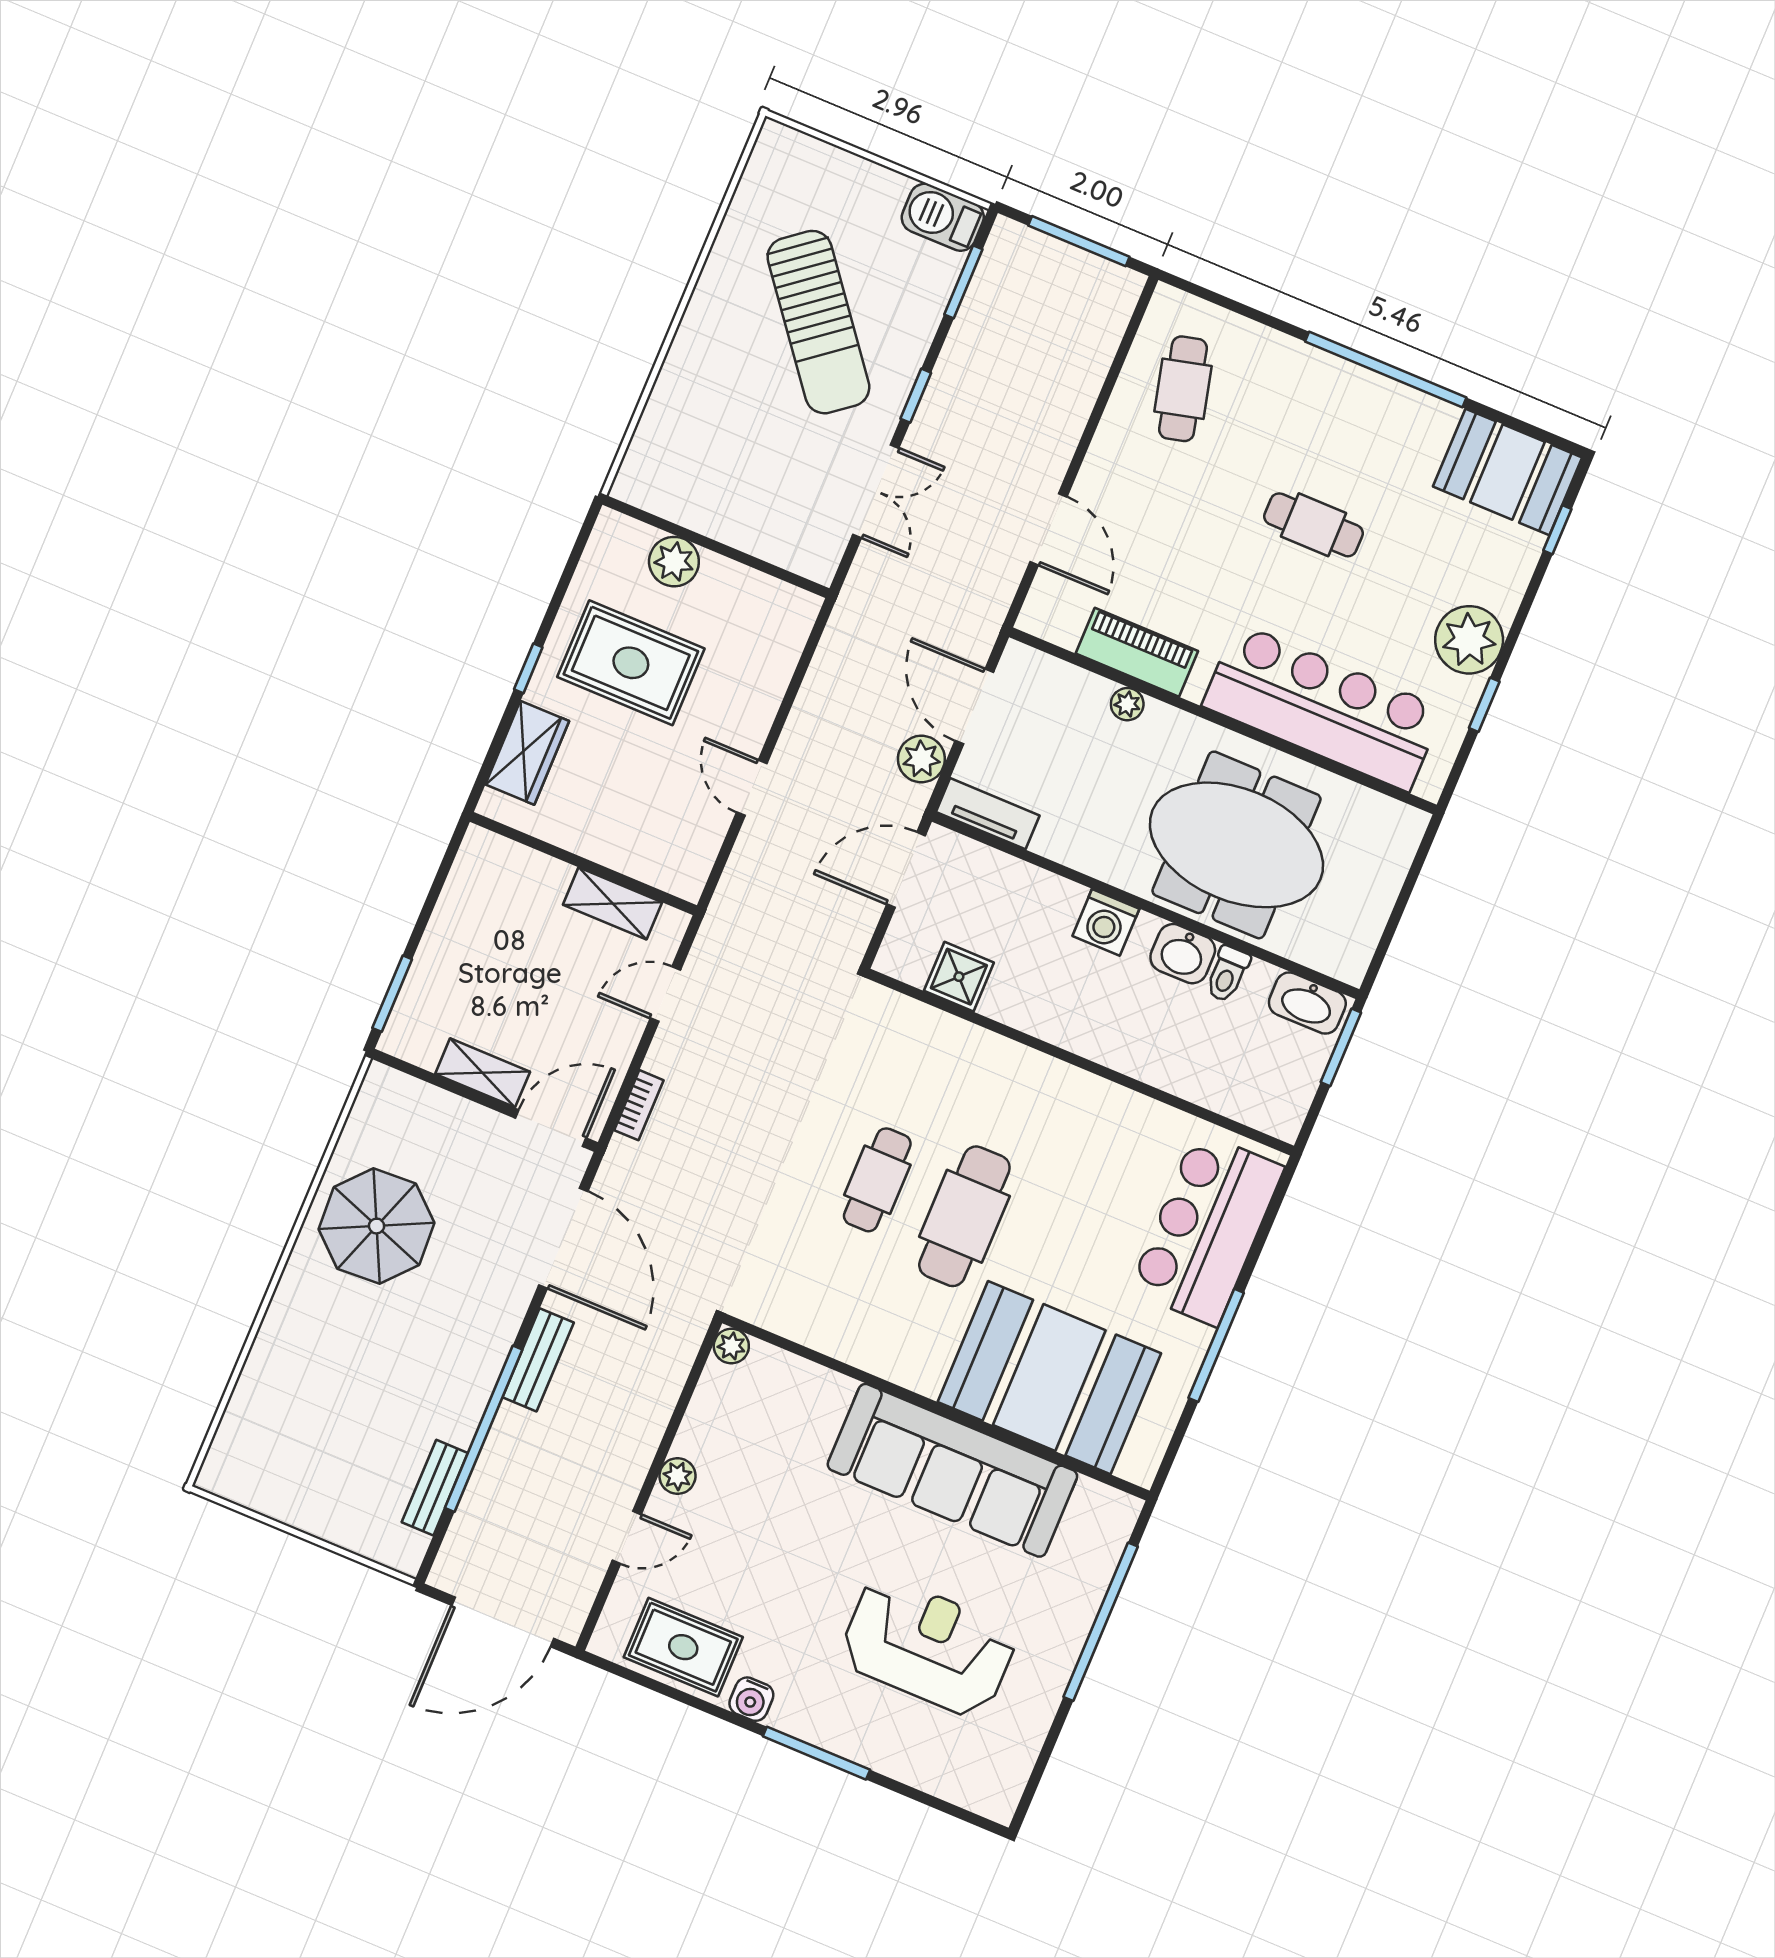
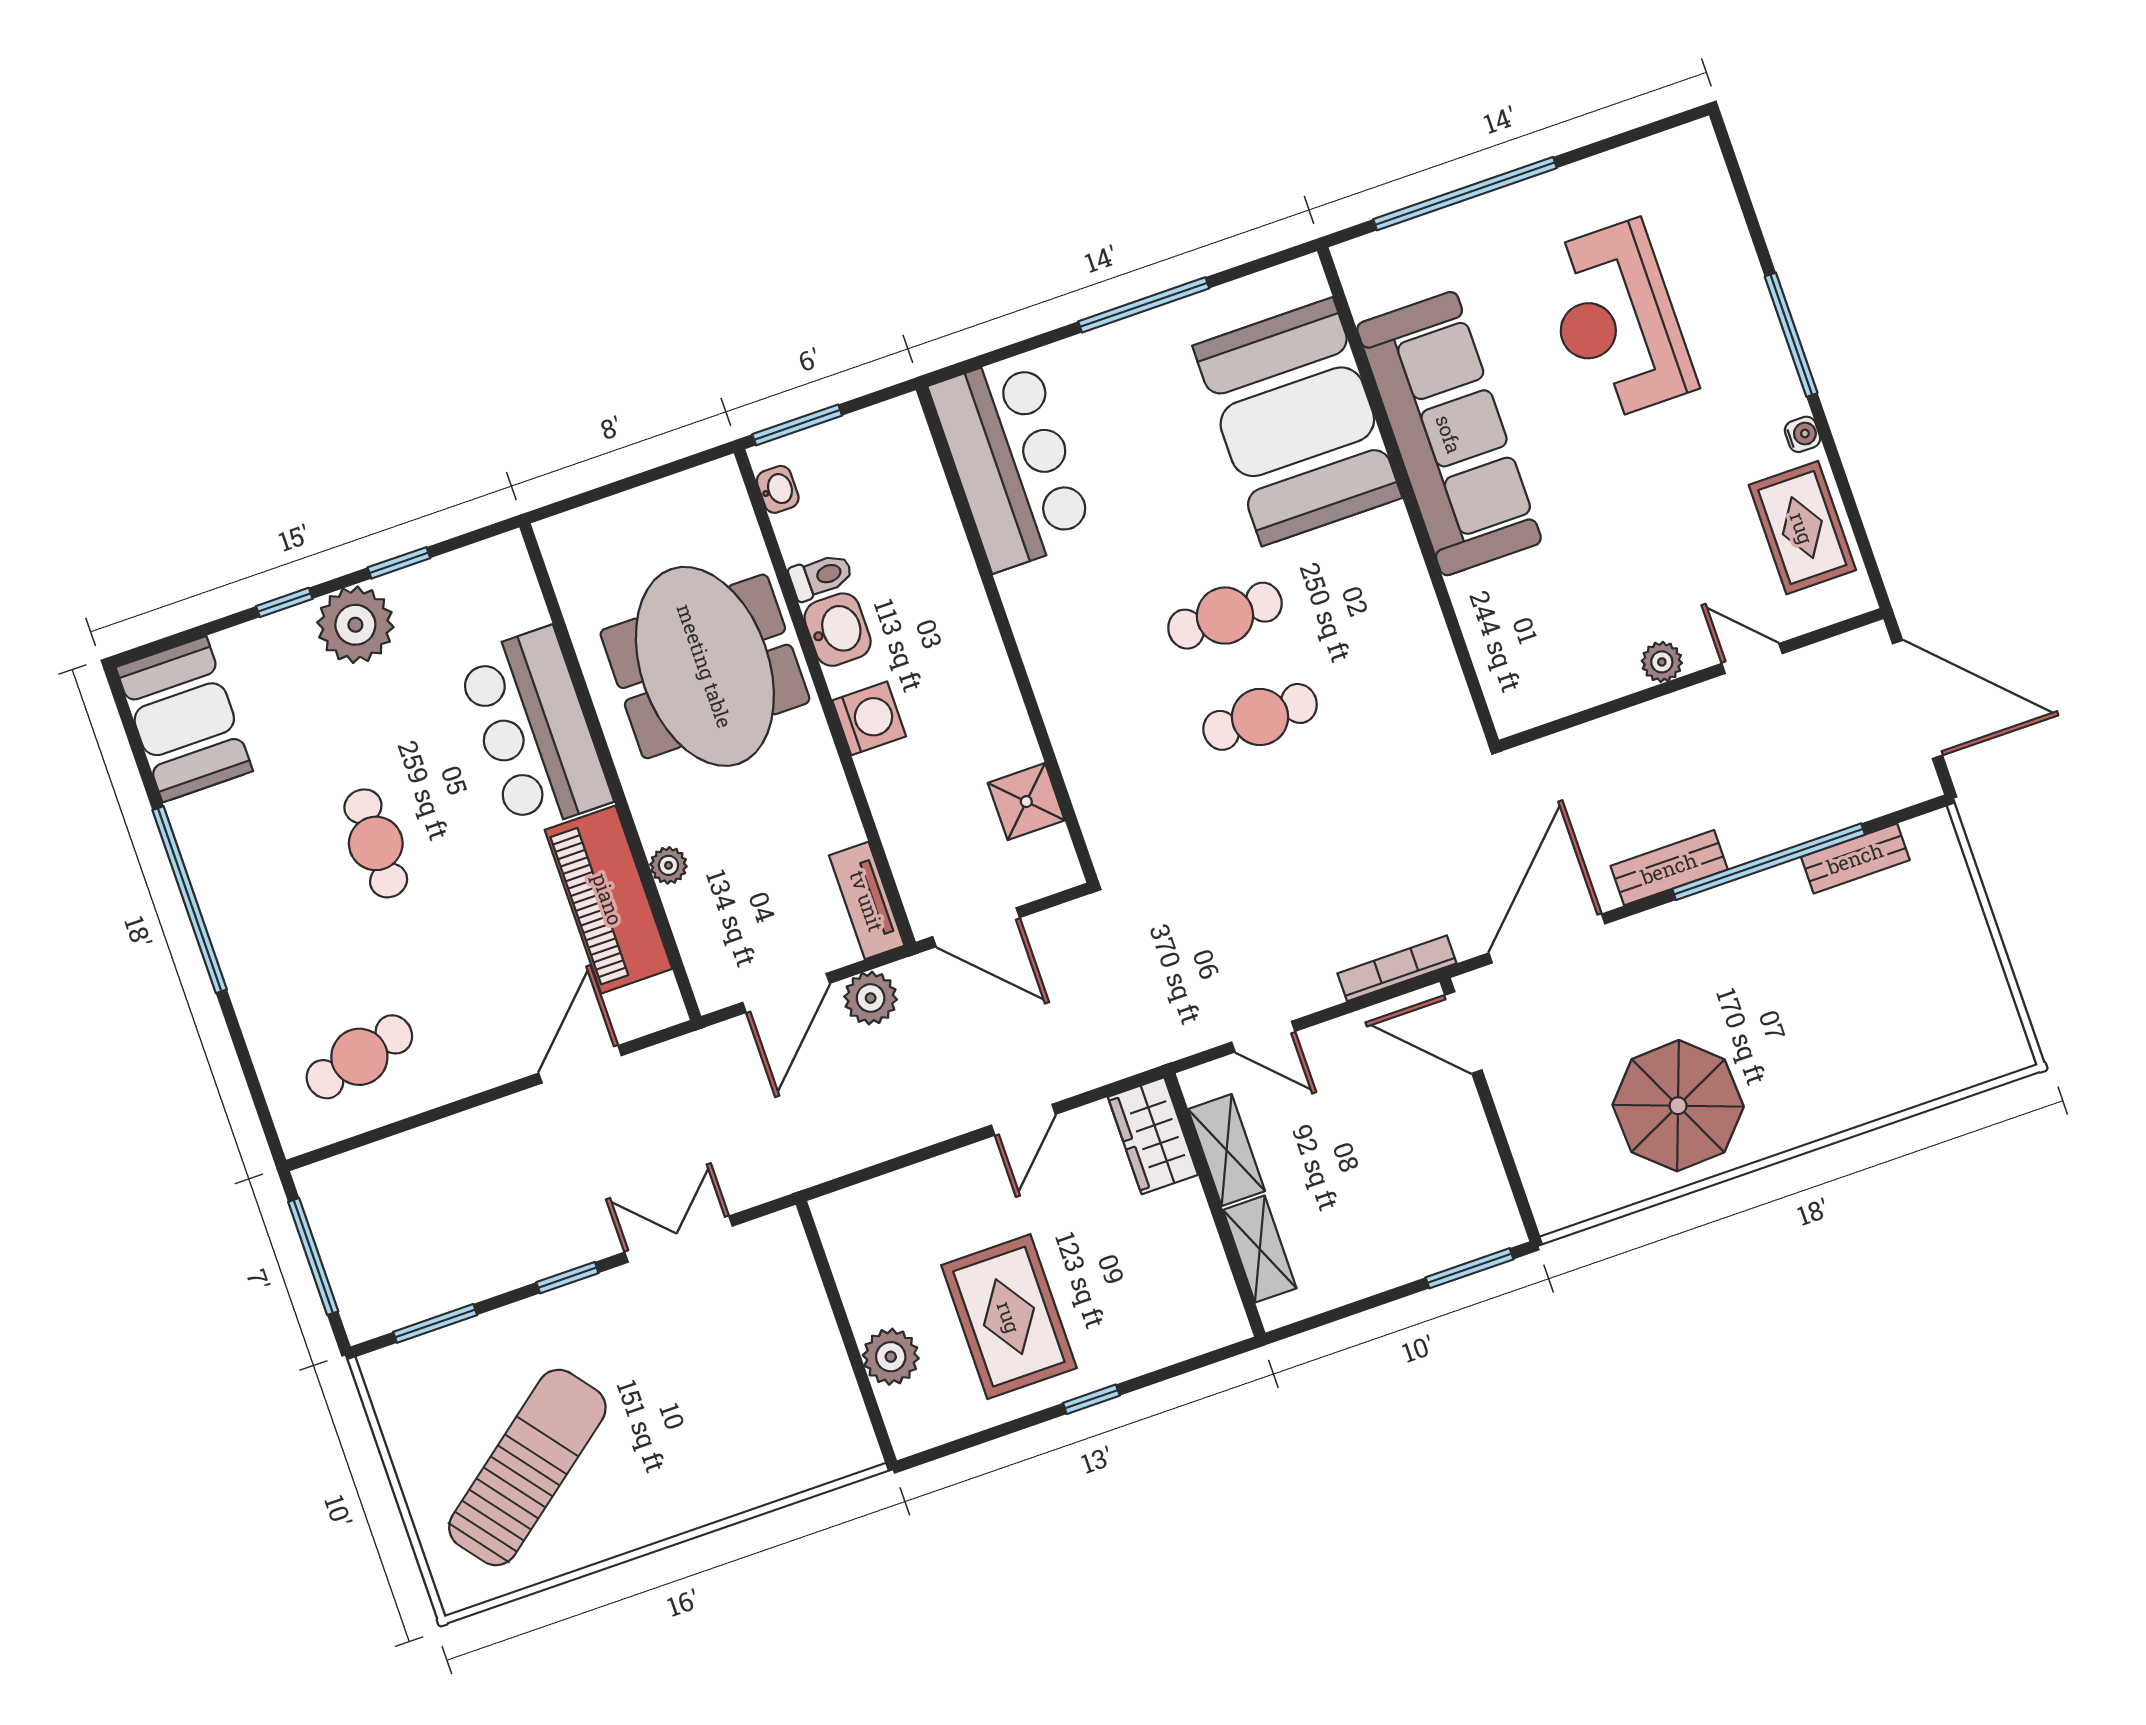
barbecue: (943, 217) -> (396, 1390), removed
sun lounger: (818, 322) -> (527, 1467), moved
window: (1557, 530) -> (284, 602), moved
piano: (1137, 652) -> (608, 899), width x1.37, depth x1.33
bar counter: (1323, 707) -> (534, 730), width x0.73
wardrobe: (527, 753) -> (1153, 1136), moved, turned -90
washbasin: (1307, 1003) -> (778, 489), width x0.52, depth x0.69
shelving: (483, 1073) -> (1260, 1249), moved
bookcase: (639, 1105) -> (1397, 968), width x1.56
cafe table: (964, 1216) -> (1225, 616), width x0.73, depth x0.74
bar counter: (1207, 1229) -> (1012, 462), moved, turned -90
plant: (731, 1346) -> (1511, 715), removed
water cooler: (751, 1699) -> (1803, 434), width x0.72, depth x0.72

